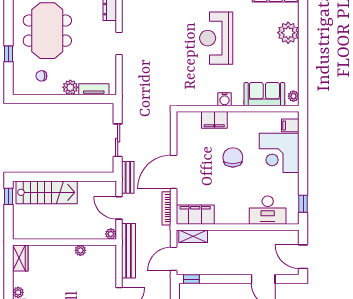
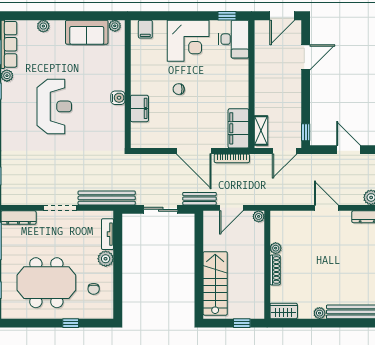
plant: (288, 33) -> (43, 26), width x0.53, depth x0.53
reception desk: (216, 38) -> (54, 106), turned -90
doorway: (119, 44) -> (60, 208), width x1.38
sofa: (264, 94) -> (87, 32), moved, turned -90
corner desk: (279, 153) -> (188, 41), moved
chair: (233, 157) -> (179, 89), width x0.54, depth x0.54
window: (9, 196) -> (242, 323), moved
desk: (268, 210) -> (234, 39), moved
shoe rack: (59, 250) -> (275, 270), added
bench: (129, 251) -> (107, 198), moved
door: (174, 259) -> (285, 151), hinge flipped

